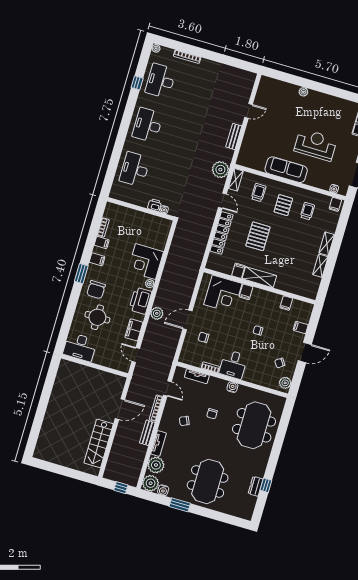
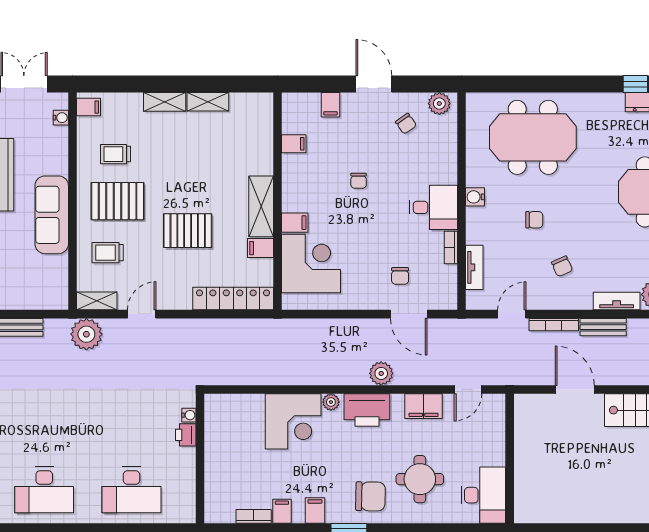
pallet: (283, 205) -> (118, 201), width x1.50, depth x1.42
locker: (222, 233) -> (233, 299), moved
door: (188, 320) -> (409, 314), moved

